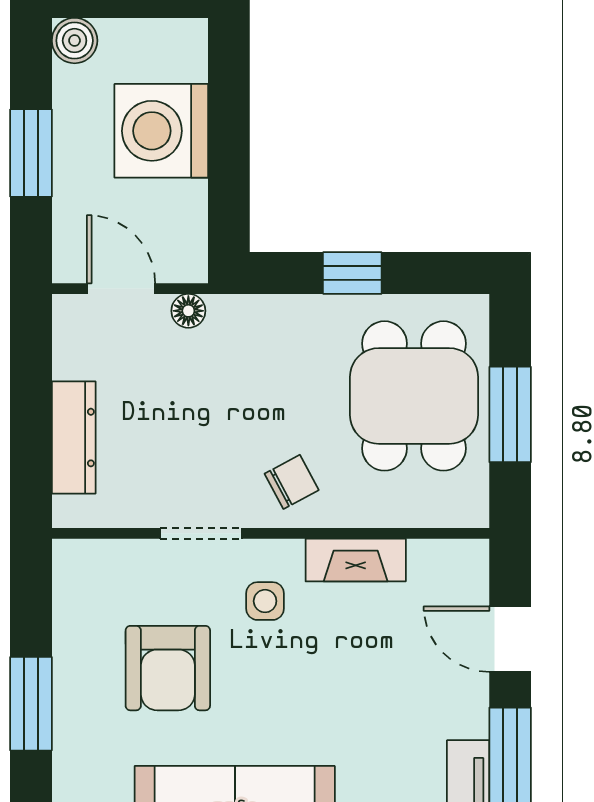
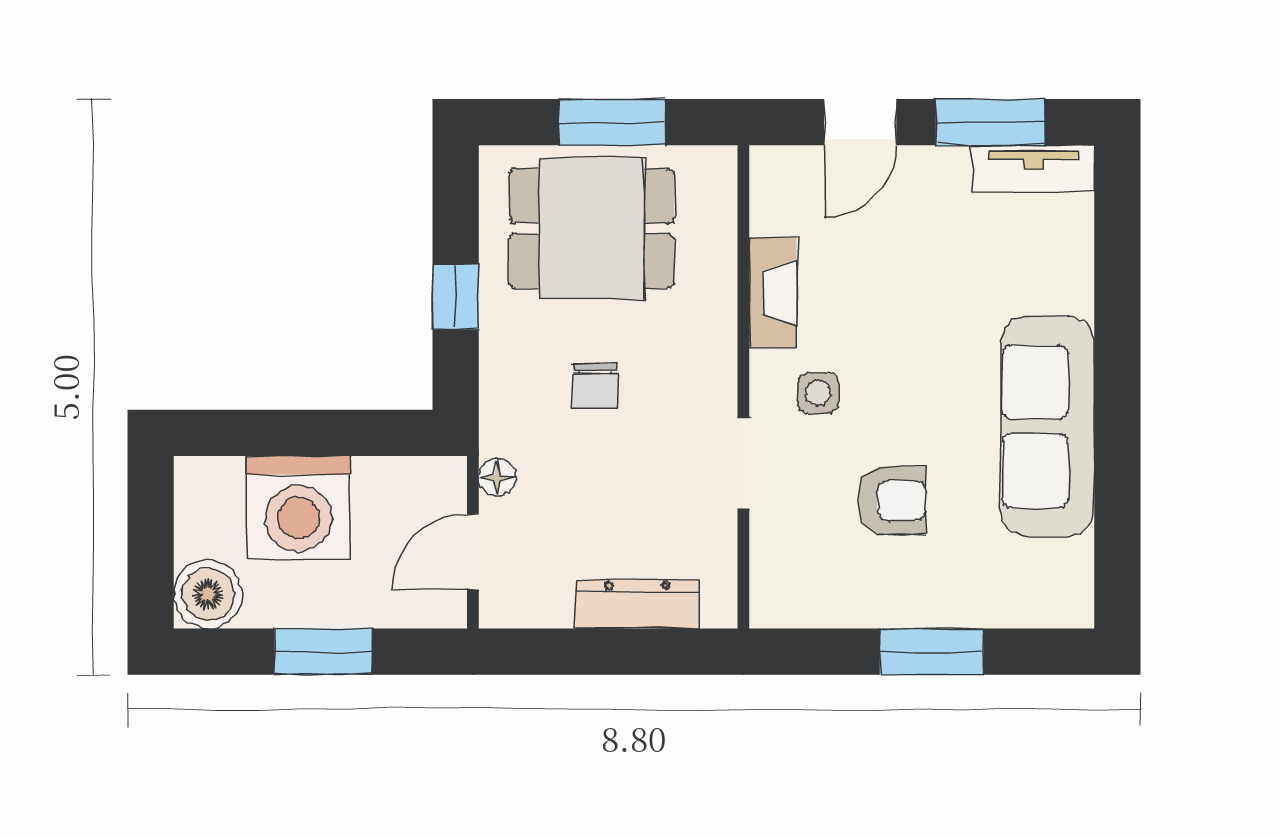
boiler: (75, 41) -> (208, 594), width x1.36, depth x1.36
chair: (292, 482) -> (595, 386), moved, turned -152
armchair: (168, 668) -> (892, 500), width x0.72, depth x0.72

